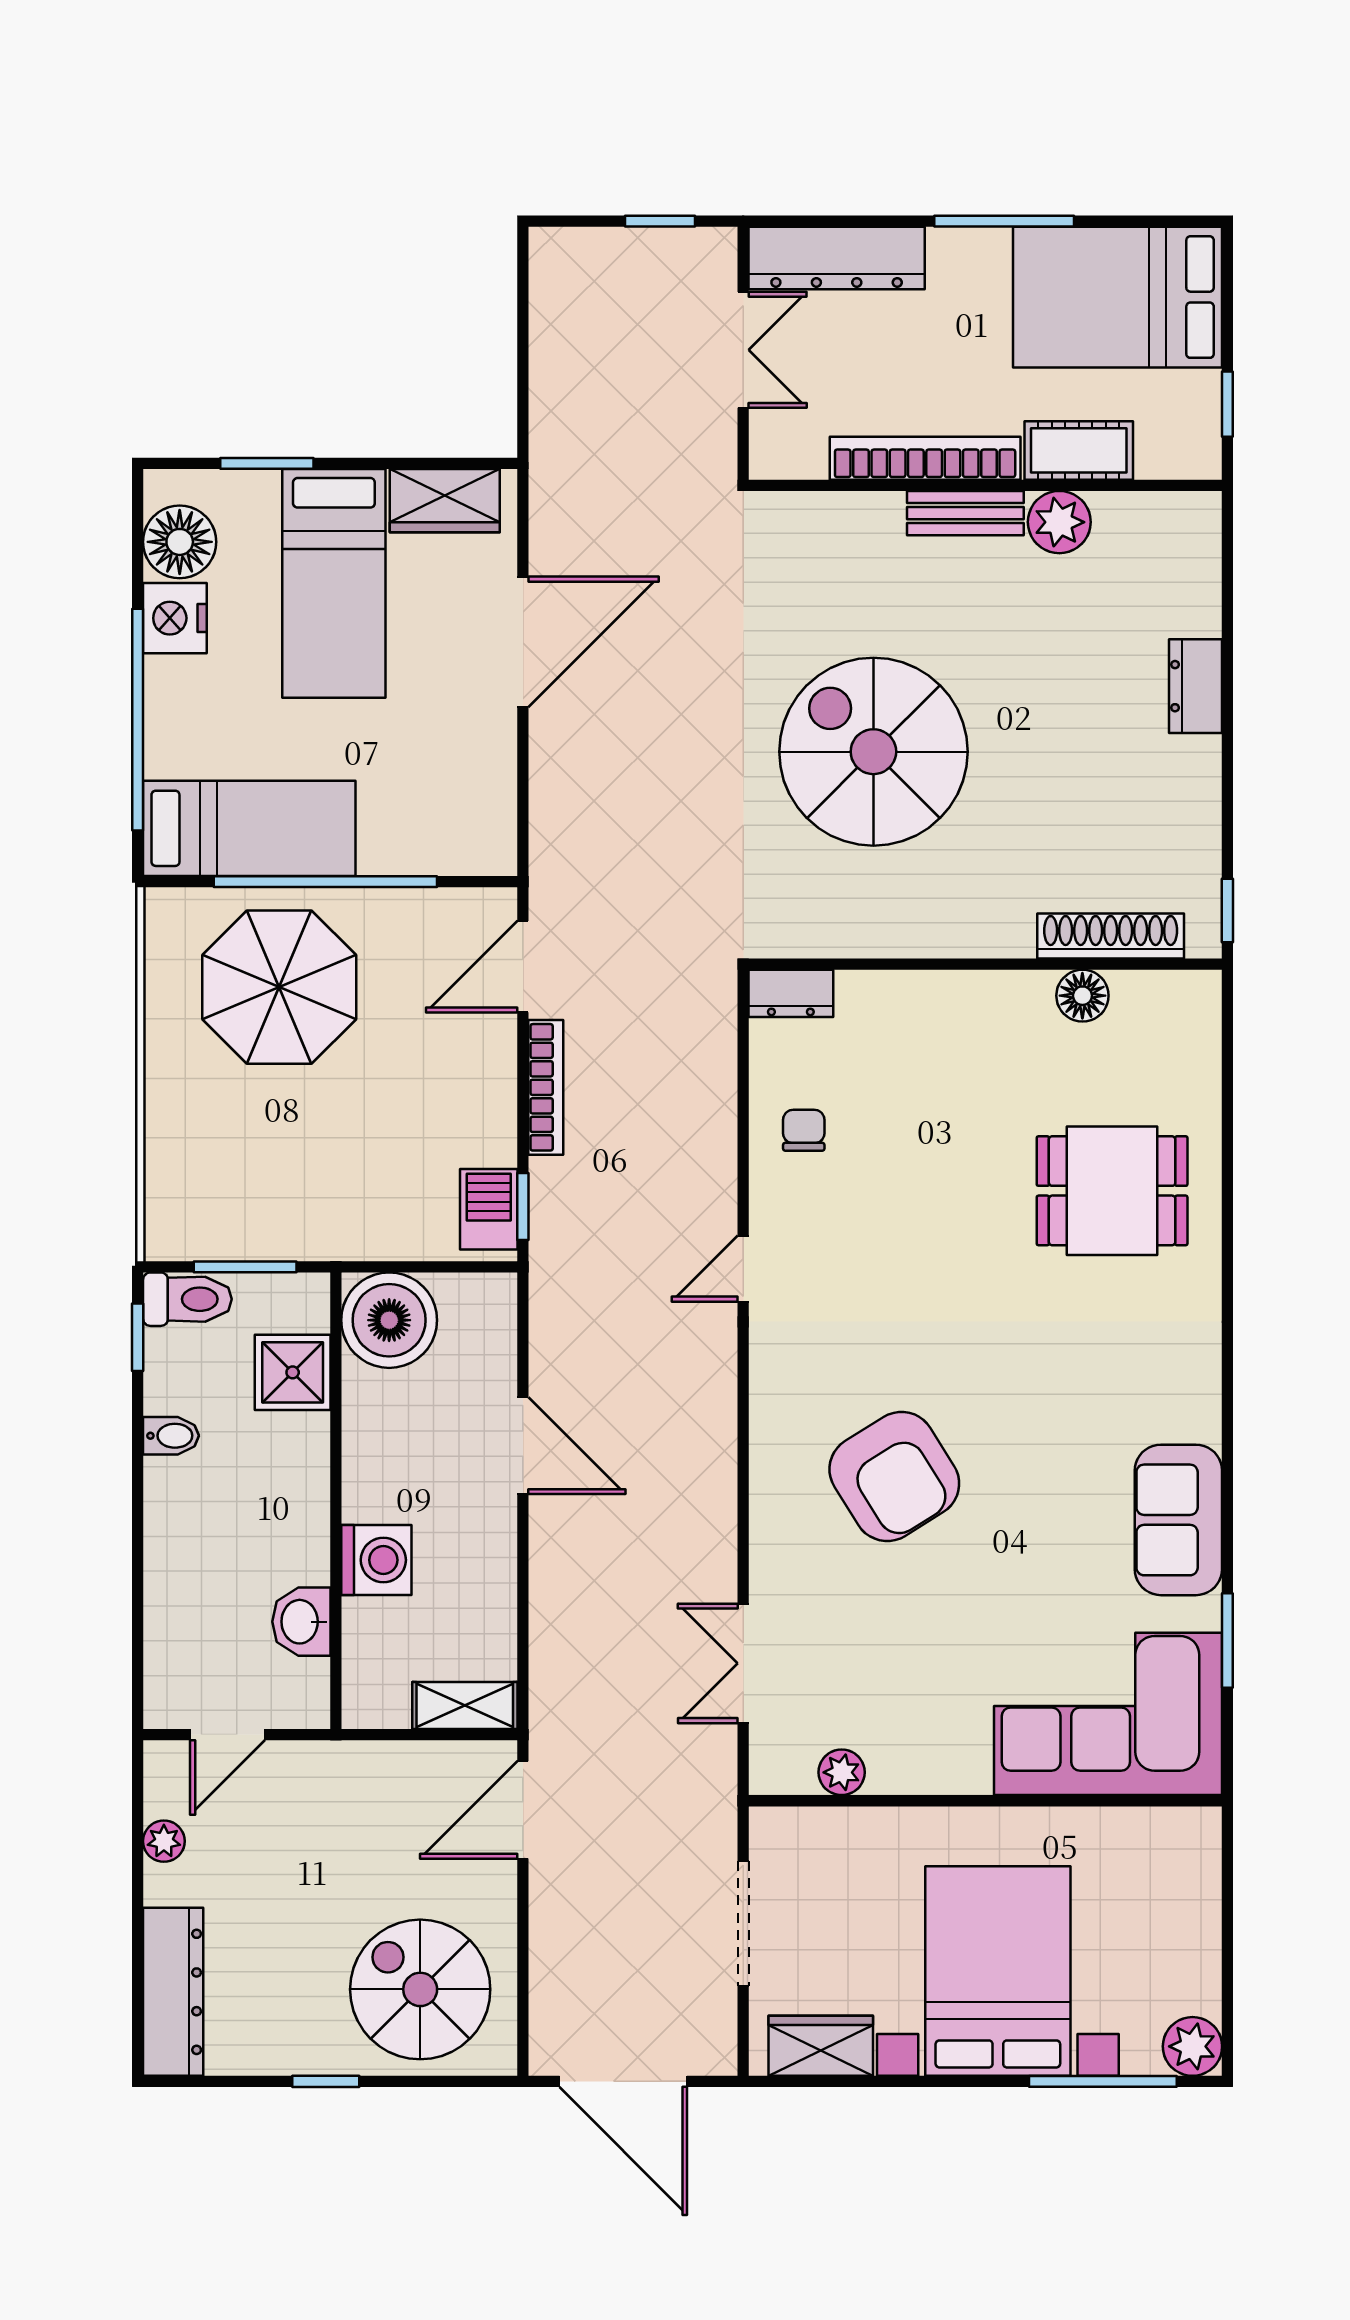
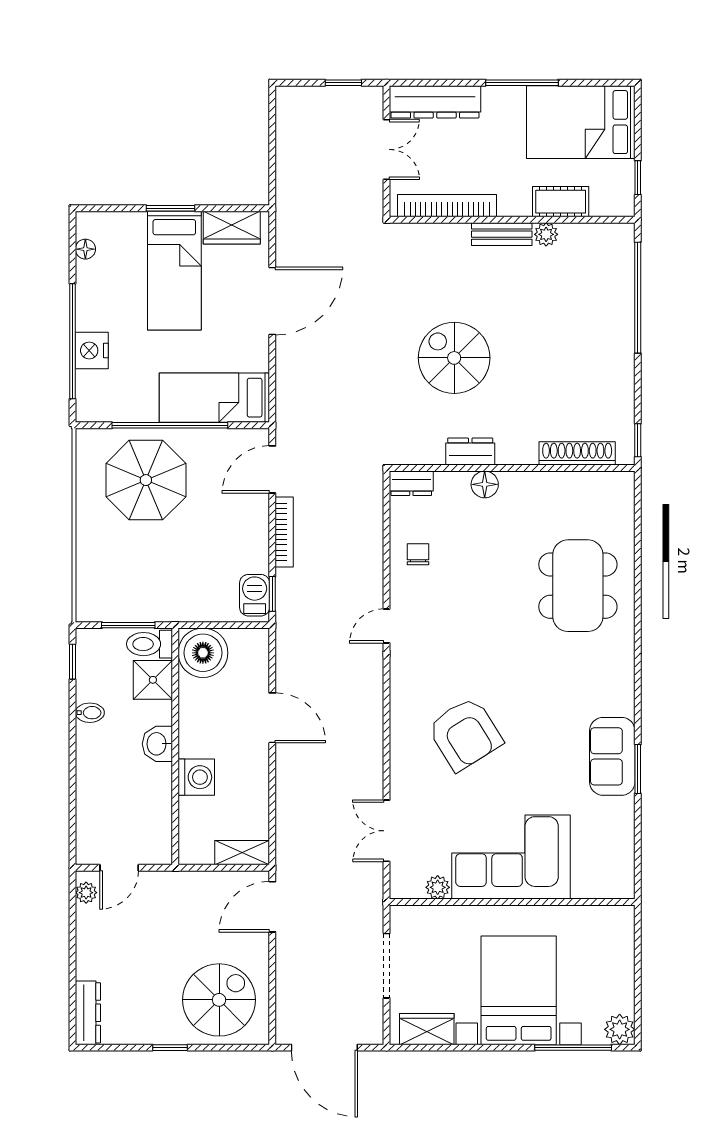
bookcase: (925, 458) -> (447, 206), moved
window: (267, 463) -> (170, 208), moved
plant: (1059, 522) -> (546, 234), width x0.73, depth x0.73
floor lamp: (180, 542) -> (85, 249), width x0.53, depth x0.53
nightstand: (175, 618) -> (92, 350), moved
window: (1227, 635) -> (638, 298), added
dresser: (1196, 686) -> (470, 452), moved, turned 90
spiral stairs: (873, 752) -> (454, 358), width x0.73, depth x0.73
bed: (249, 828) -> (214, 398), moved, turned 180
floor lamp: (1082, 996) -> (485, 484), moved
dining table: (1112, 1191) -> (578, 586), width x1.38
toilet: (187, 1299) -> (149, 644), moved, turned 180
washbasin: (301, 1622) -> (157, 744), moved
window: (1227, 1640) -> (638, 769), moved
corner sofa: (1108, 1714) -> (511, 857), moved
plant: (164, 1841) -> (86, 893), moved
spiral stairs: (420, 1989) -> (219, 1000), turned 90
dresser: (173, 1992) -> (88, 1013), width x0.73, depth x0.80

